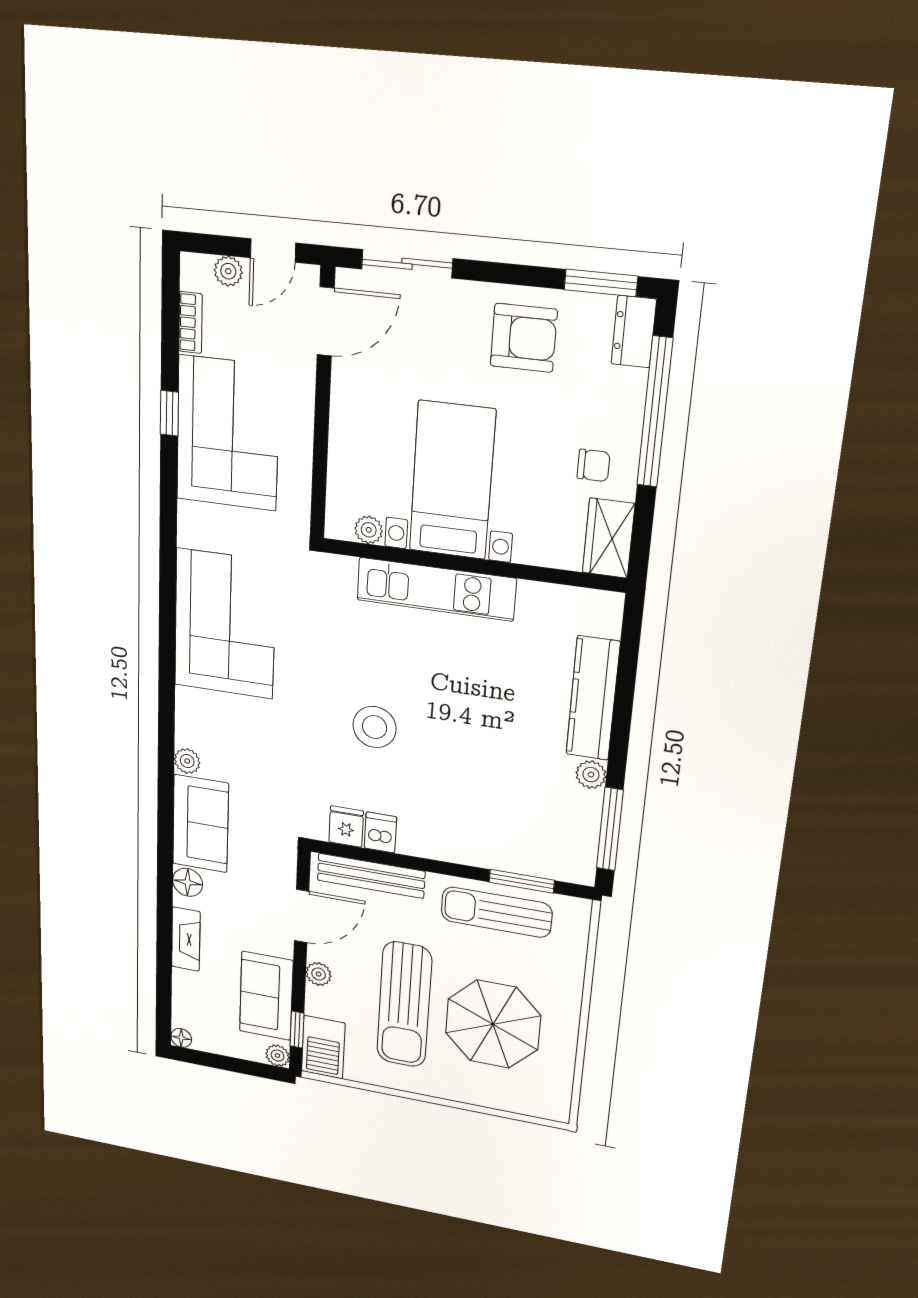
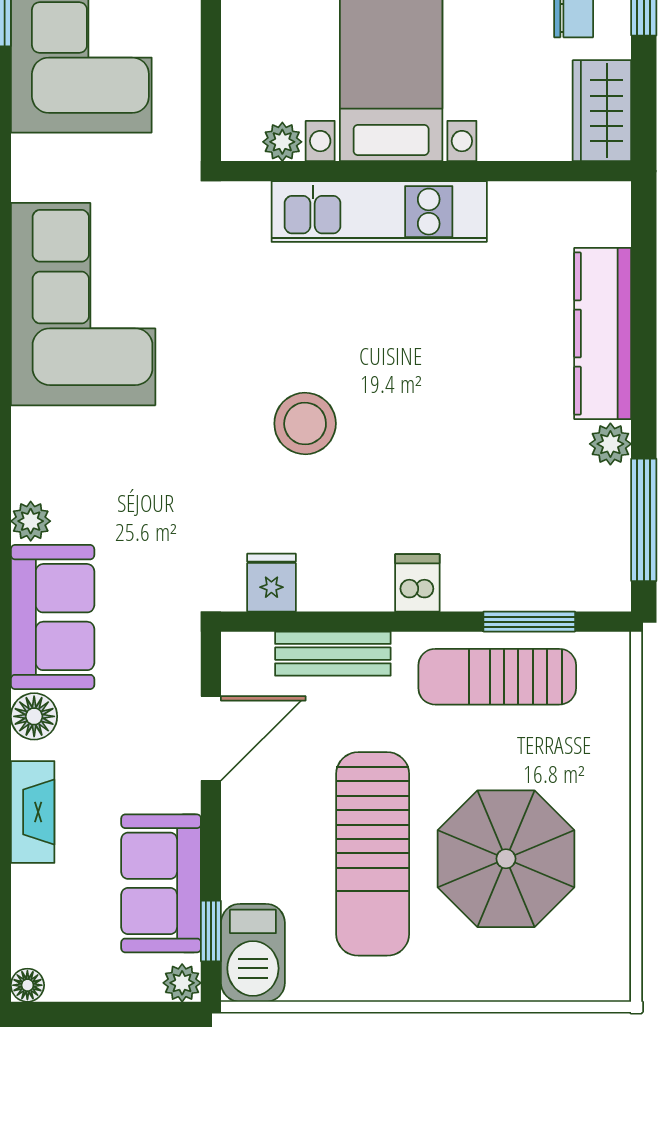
dishwasher: (380, 832) -> (417, 583), moved
bench: (371, 876) -> (333, 654), width x0.73
plant: (319, 974) -> (241, 829), removed

